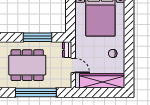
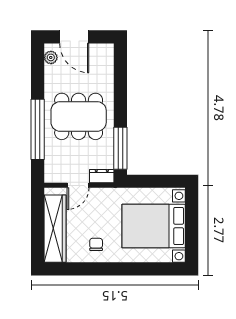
window: (37, 37) -> (120, 148), moved
dining table: (27, 65) -> (79, 116), turned 90

